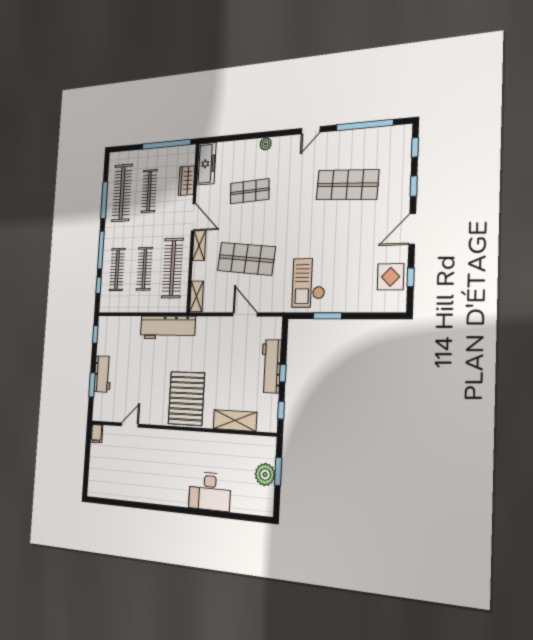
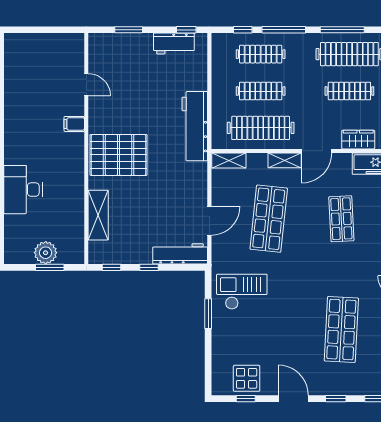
workbench: (271, 366) -> (180, 254), moved
workbench: (103, 374) -> (174, 44), moved
filing cabinet: (97, 434) -> (74, 124), moved

